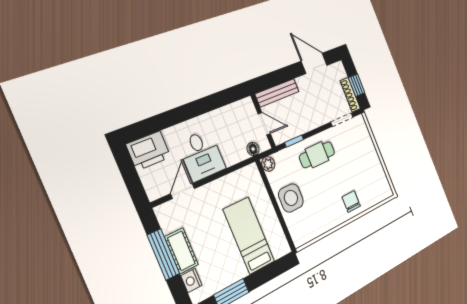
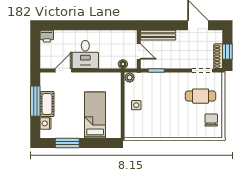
printer: (148, 151) -> (47, 36), width x0.53, depth x0.68
cafe table: (317, 155) -> (201, 96), moved
side table: (291, 198) -> (136, 105), width x0.54, depth x0.54
chair: (351, 201) -> (211, 120), moved

